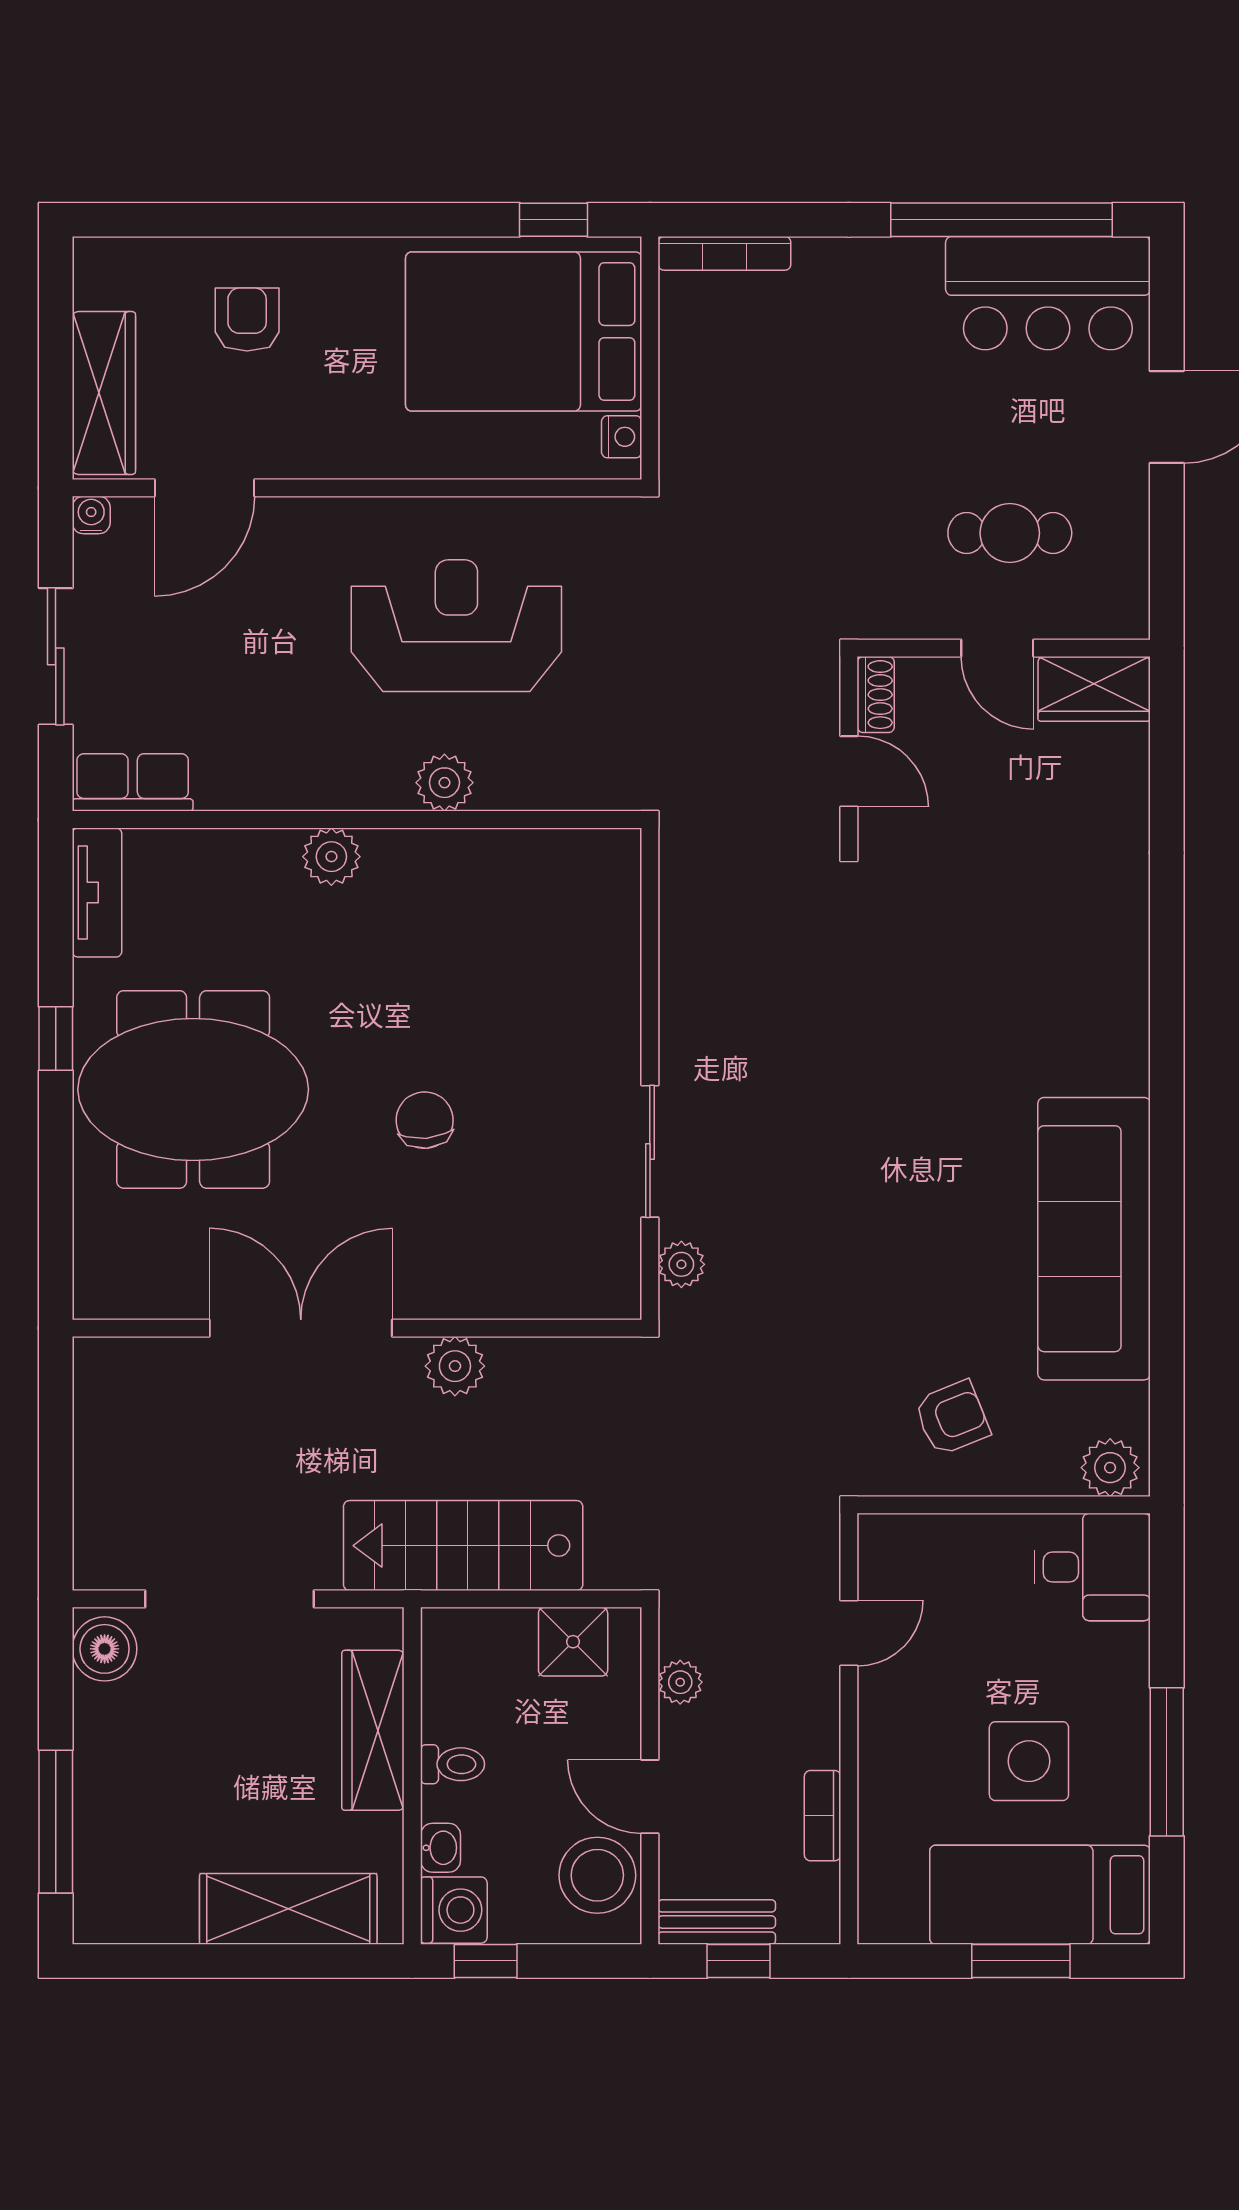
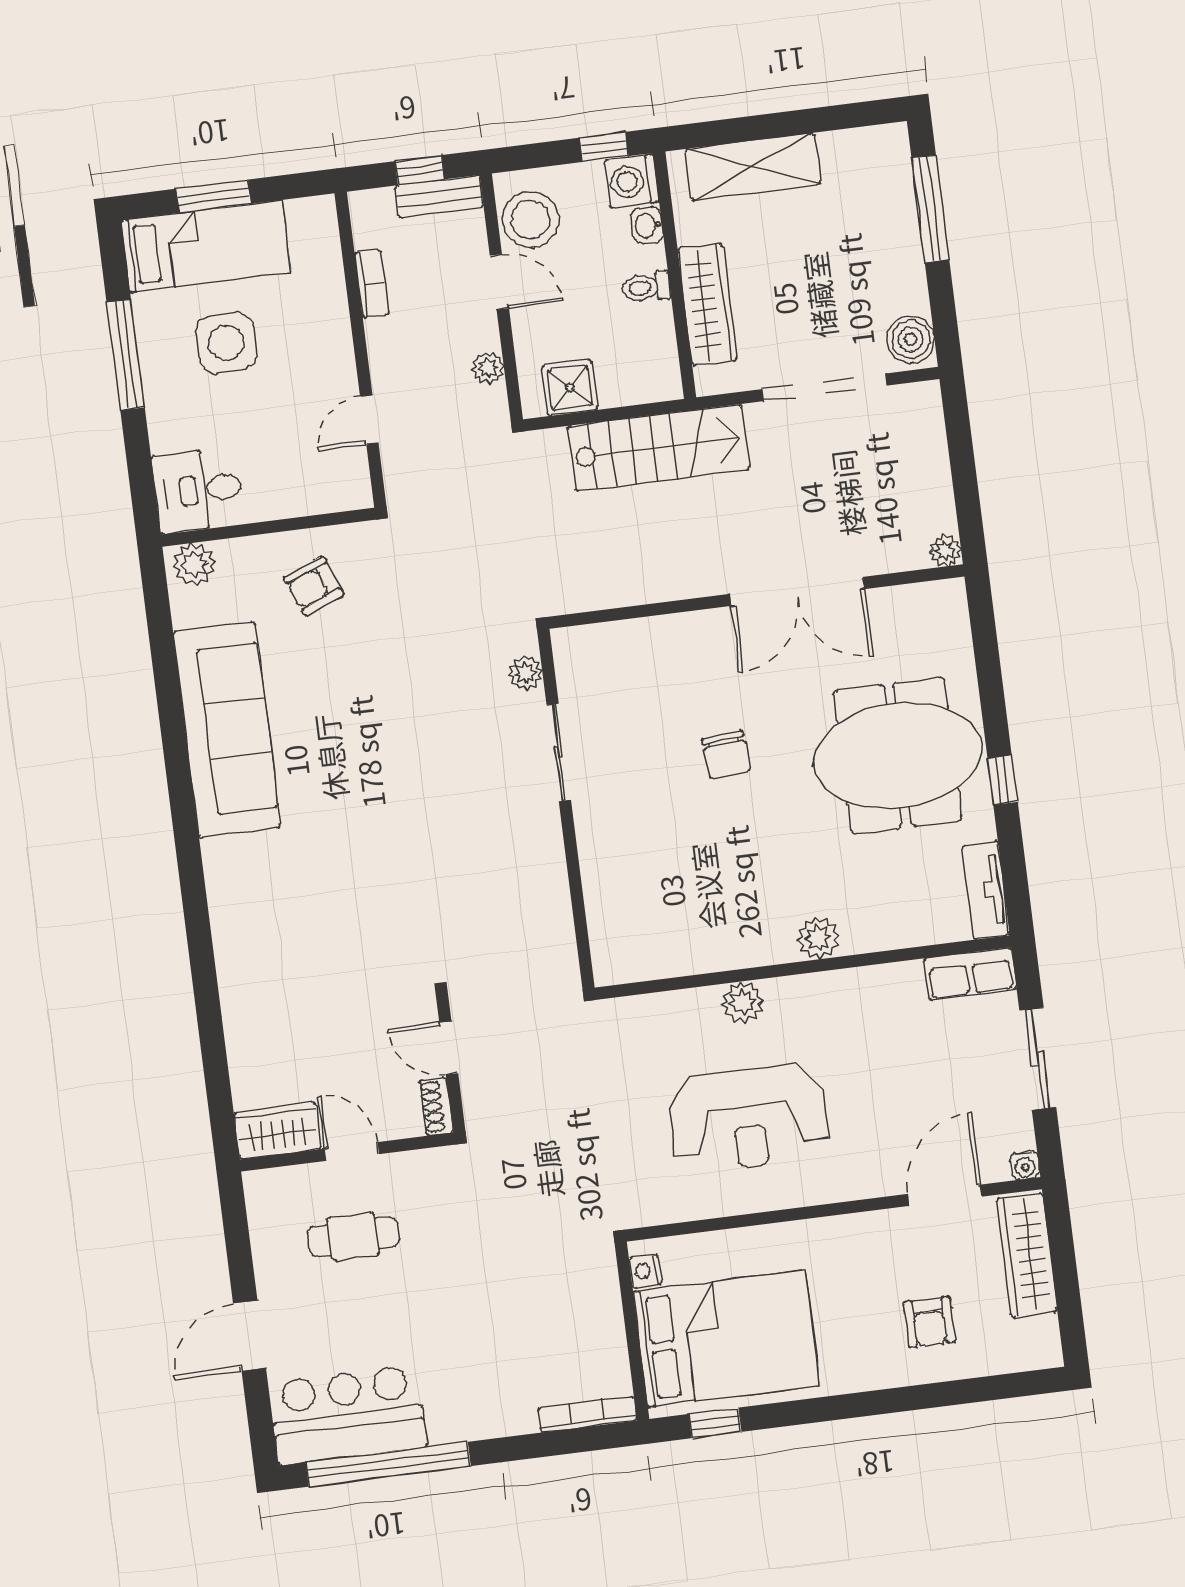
plant: (455, 1366) -> (945, 551), moved, width x0.73, depth x0.73

